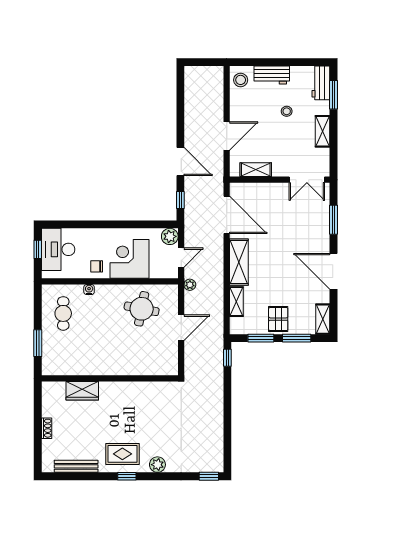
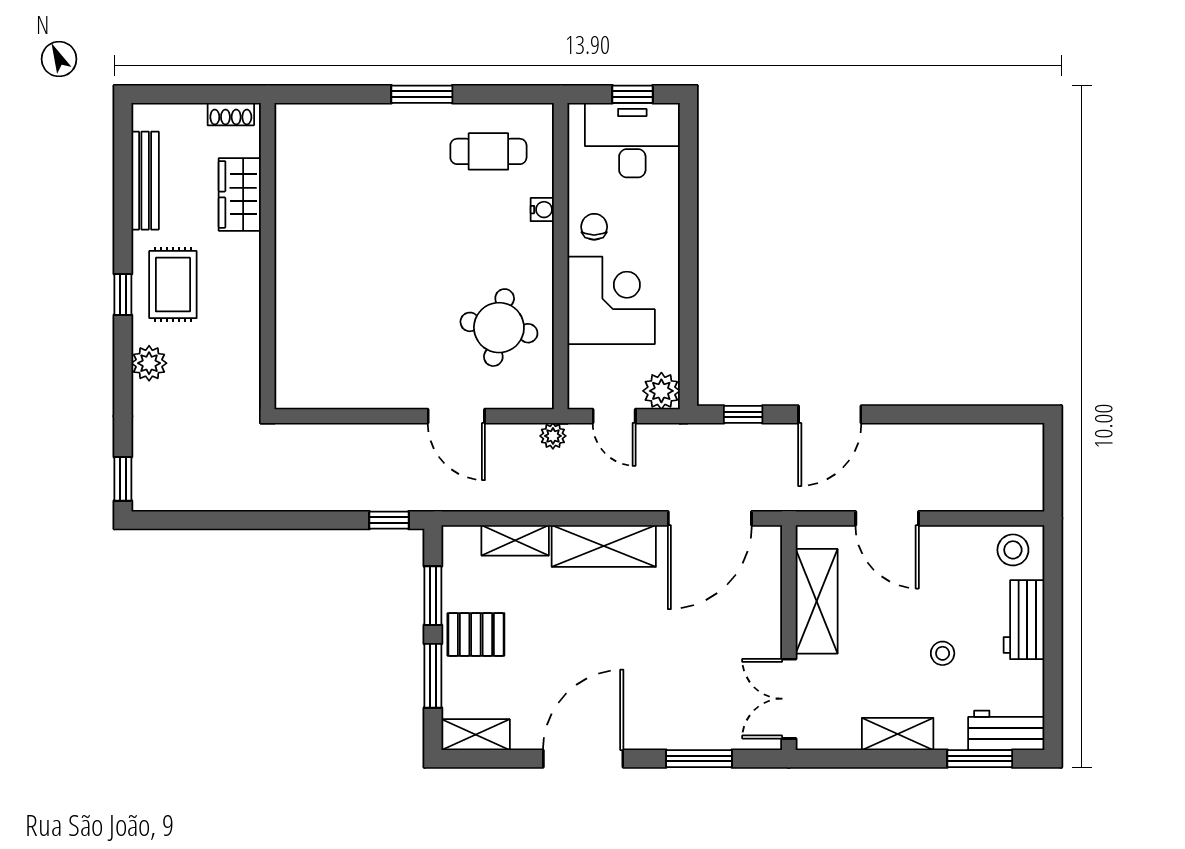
shelving: (256, 170) -> (817, 601), width x1.50, depth x1.33
wall: (110, 378) -> (268, 256), moved
wardrobe: (82, 391) -> (240, 194), moved

